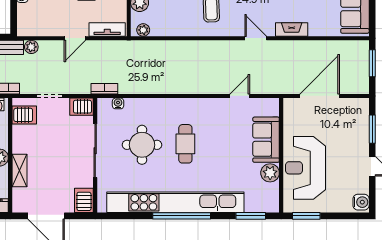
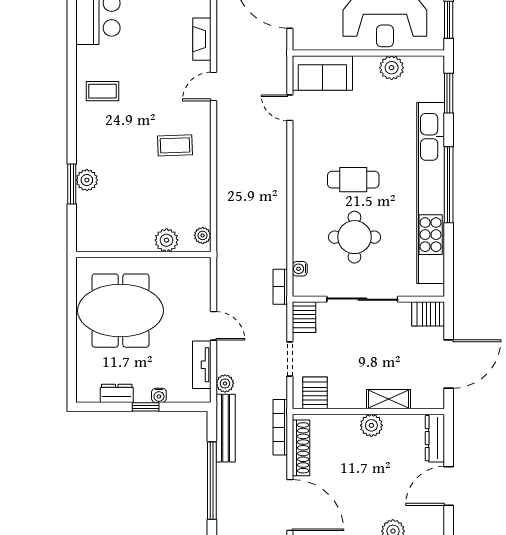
tv unit: (107, 29) -> (202, 365), moved
sofa: (266, 140) -> (322, 73), moved

